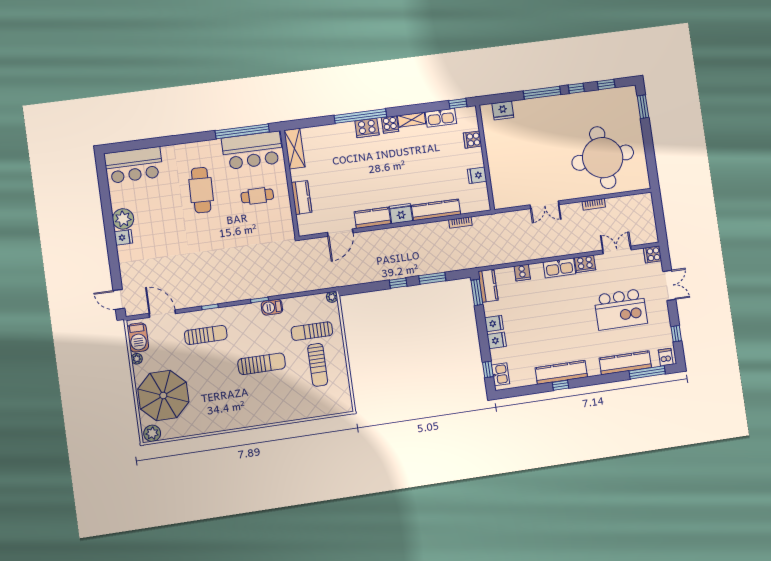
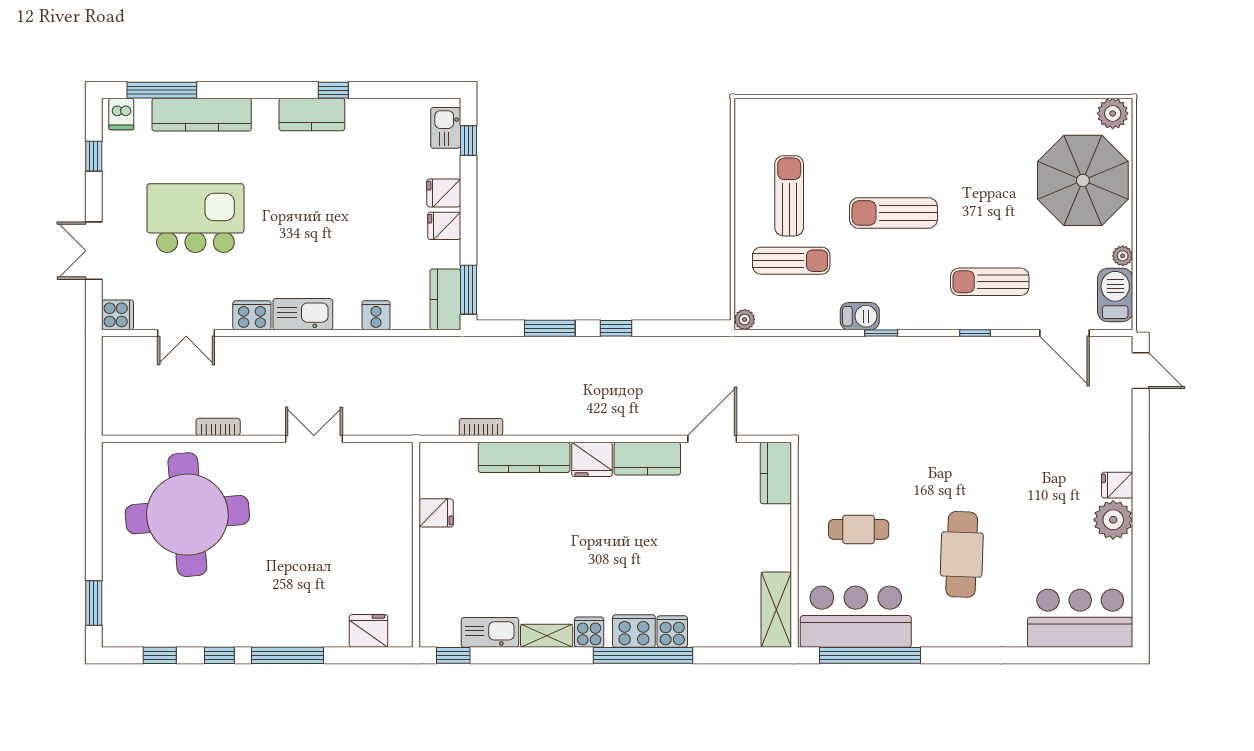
cooker: (472, 140) -> (672, 632), moved, turned -90
kitchen counter: (302, 197) -> (776, 473), moved
kitchen counter: (561, 372) -> (312, 114), width x0.67

